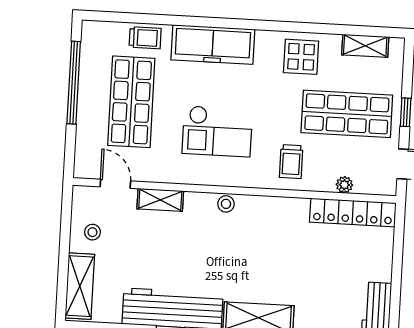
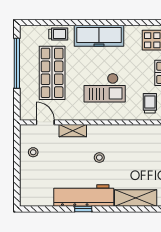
trolley: (291, 162) -> (150, 103), turned 180
stool: (226, 204) -> (99, 158), moved
shelving: (80, 286) -> (27, 185), removed

